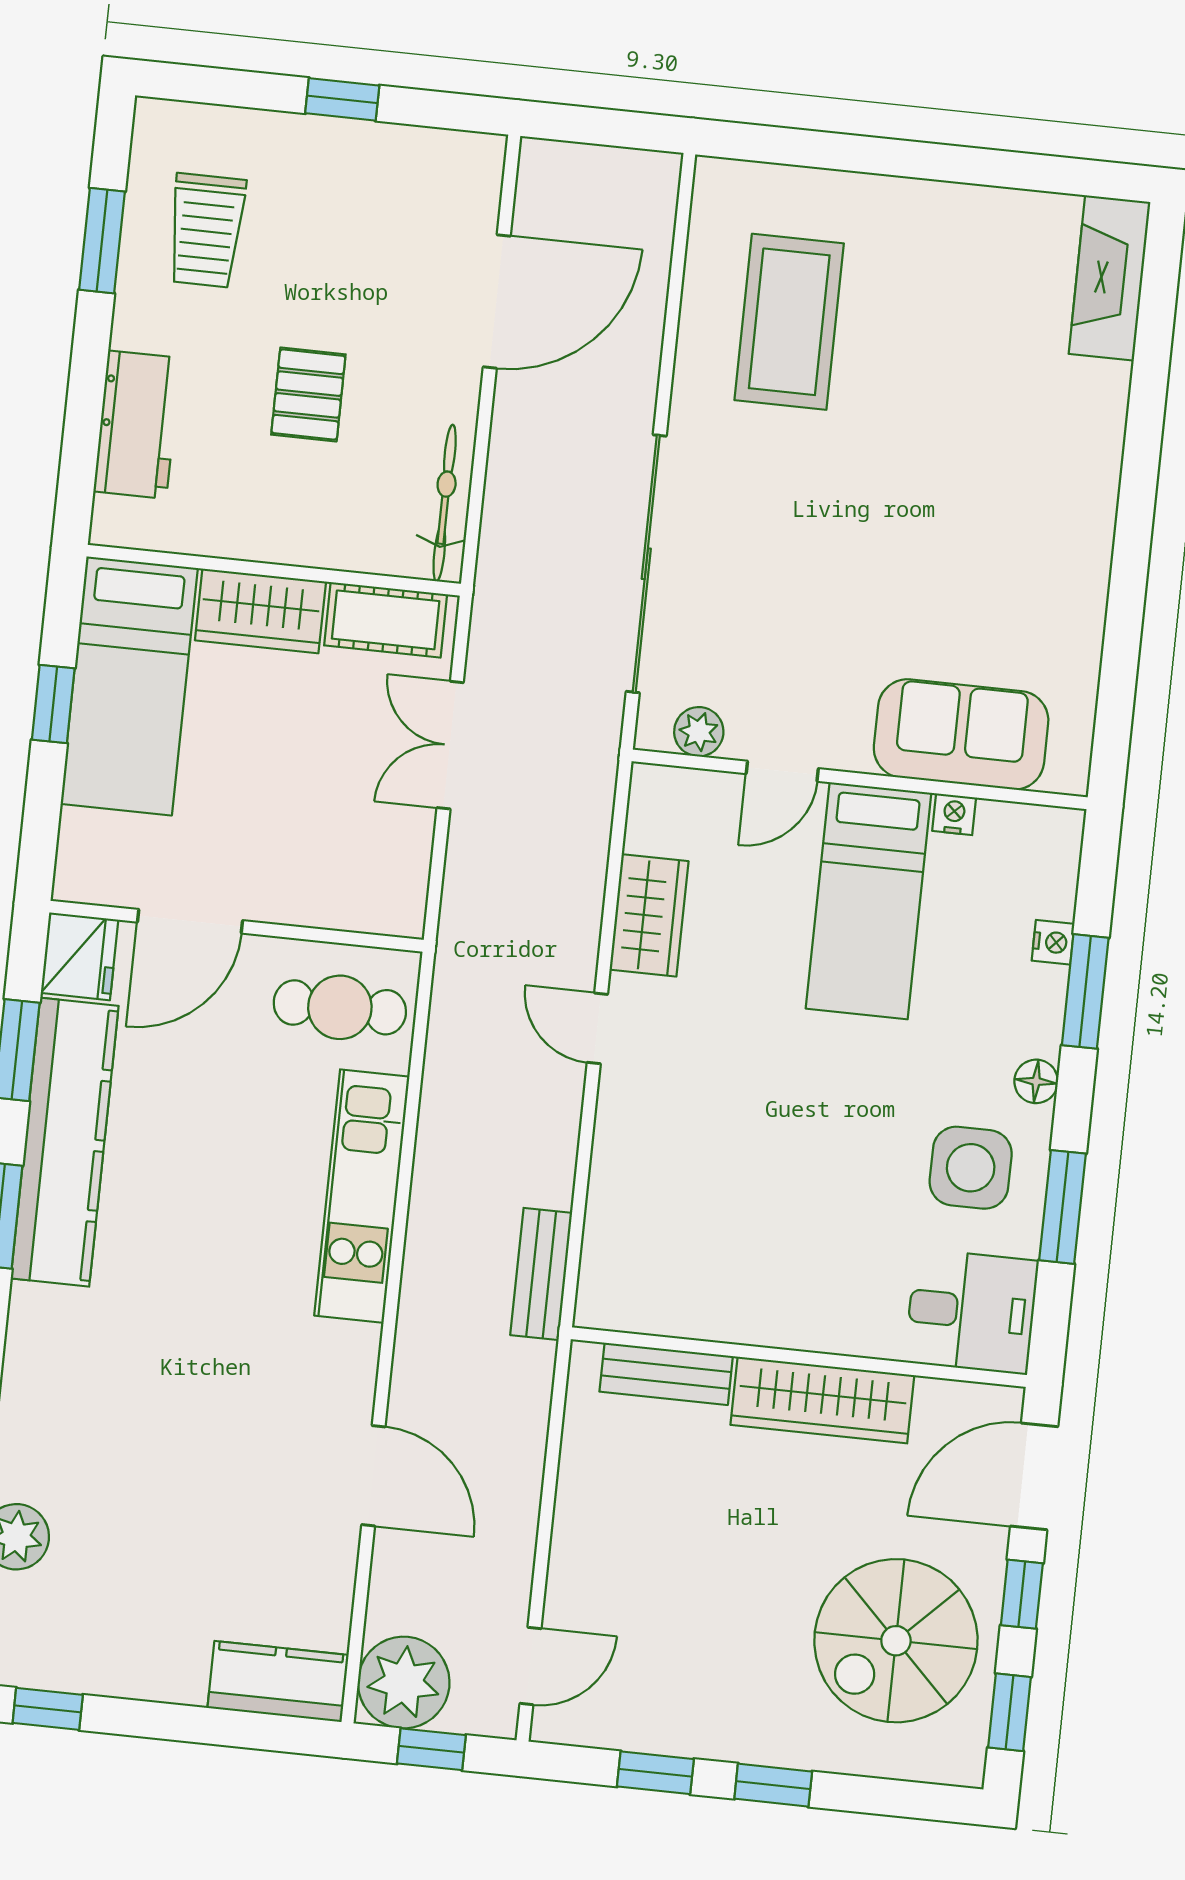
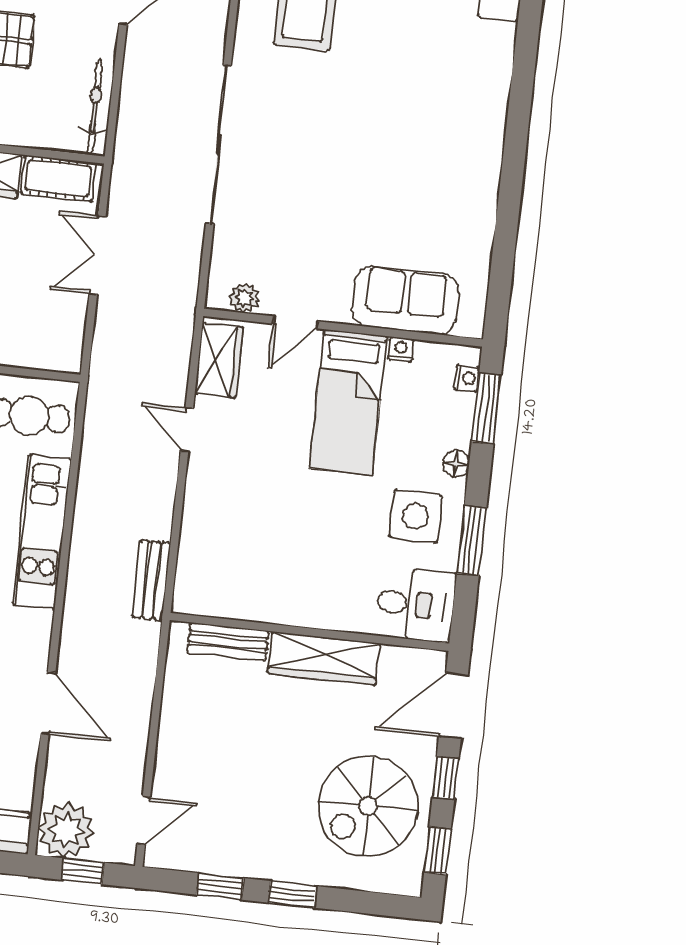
plant: (699, 732) -> (245, 298), moved
sofa: (961, 734) -> (405, 300), moved
door: (782, 771) -> (296, 322), moved
wall: (860, 779) -> (343, 328), moved
nightstand: (954, 814) -> (401, 349), moved
bed: (869, 901) -> (348, 402), moved

